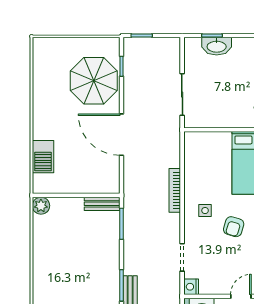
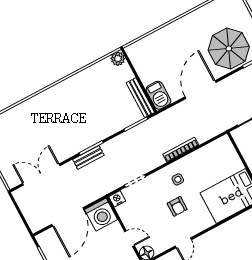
barbecue: (43, 157) -> (158, 95), moved, turned -90
bench: (102, 204) -> (140, 98), width x1.36
armchair: (234, 227) -> (177, 206), turned -107

